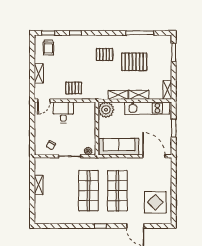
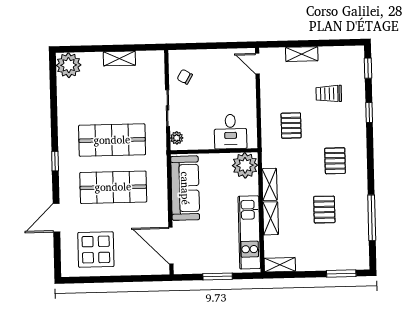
trolley: (48, 47) -> (329, 94), moved
pallet: (134, 62) -> (324, 210), width x0.67, depth x0.71
pallet: (74, 88) -> (291, 126), moved
desk: (63, 112) -> (230, 132), moved, turned 90
door: (154, 156) -> (171, 246), swing flipped
plant: (42, 216) -> (69, 65), added

